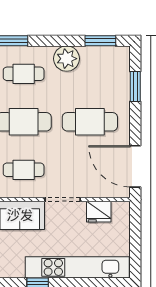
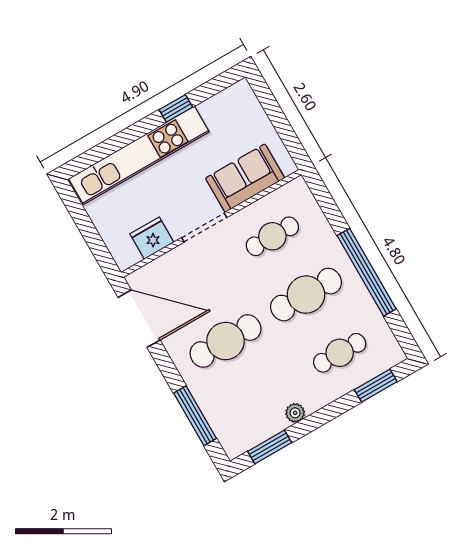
plant: (67, 59) -> (295, 413), width x0.53, depth x0.53
window: (135, 86) -> (195, 416), width x1.44

